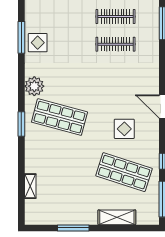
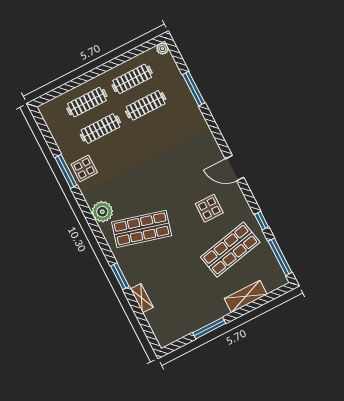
clothes rail: (115, 44) -> (100, 129), moved
window: (21, 124) -> (120, 276), moved
shop shelf: (124, 172) -> (230, 250), turned -30
shelving: (30, 186) -> (142, 298), moved

